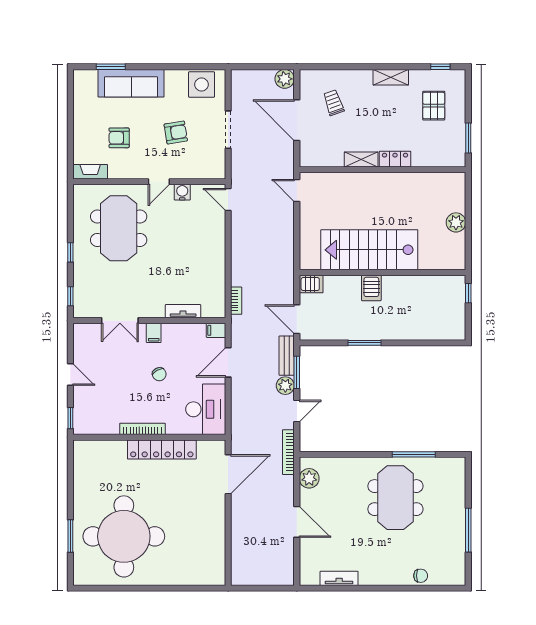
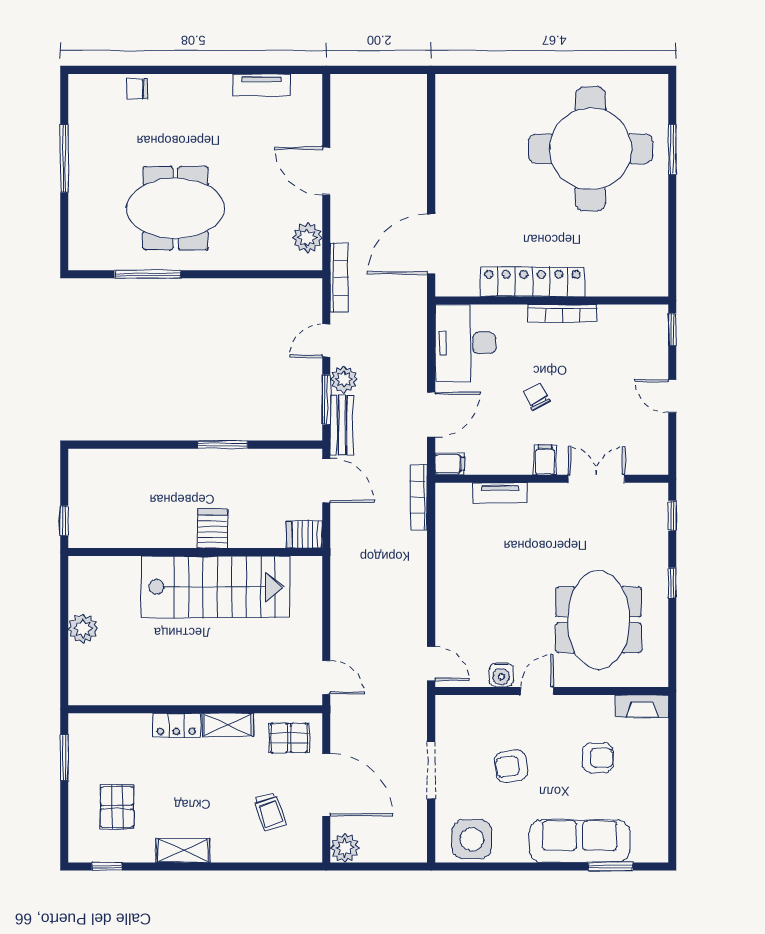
pallet: (321, 151) -> (289, 738), added
bookcase: (236, 301) -> (419, 497), width x1.56
meeting table: (395, 498) -> (176, 208), turned 90

